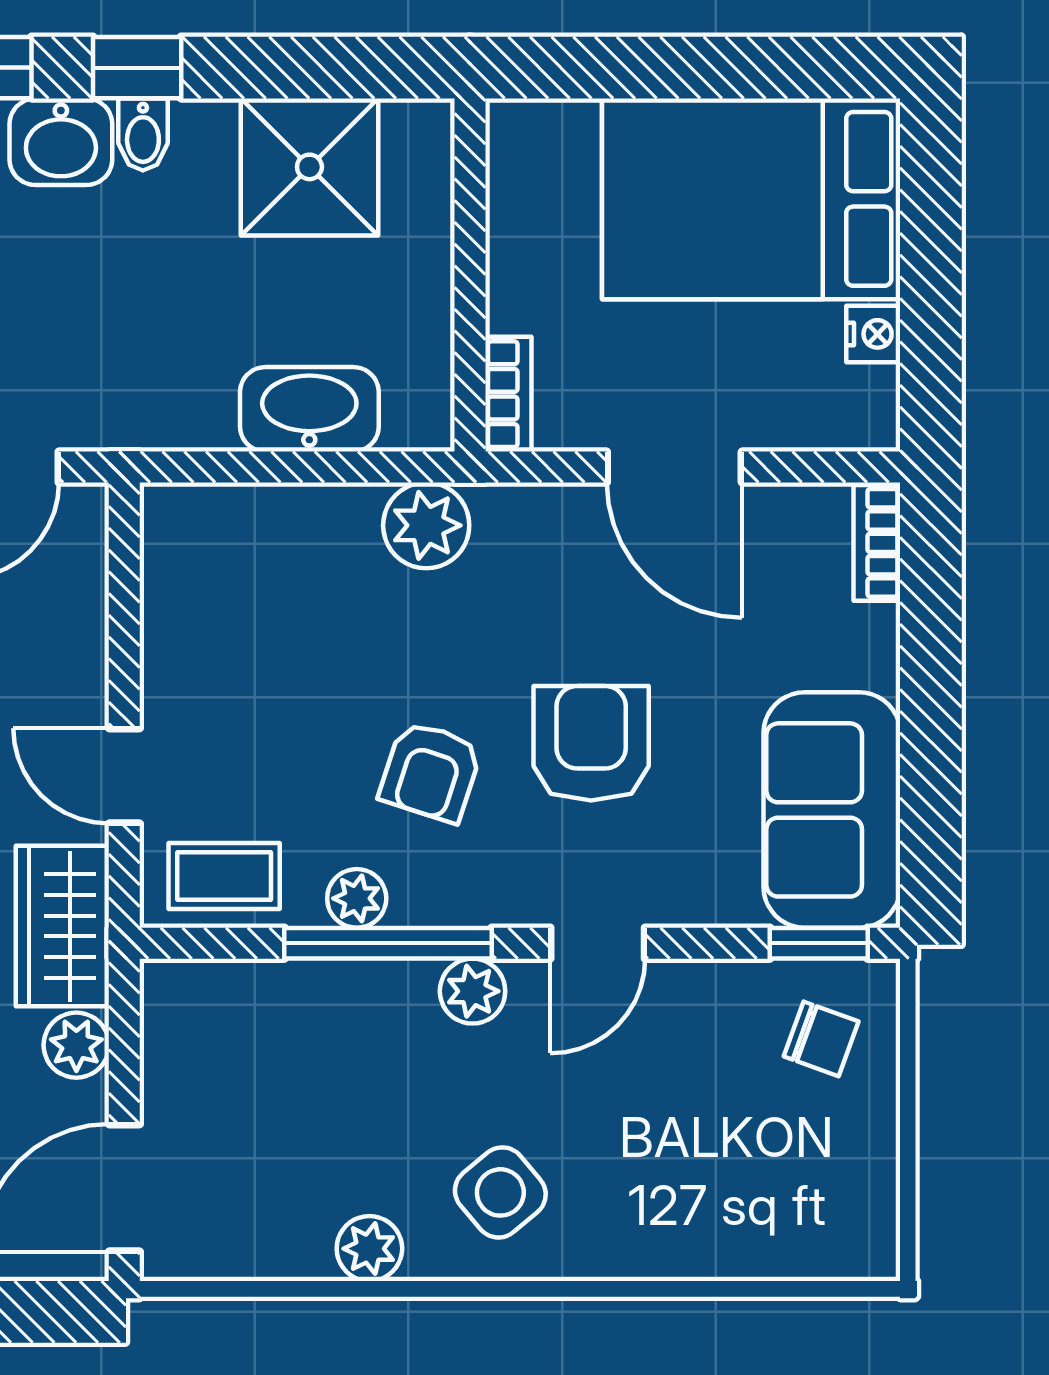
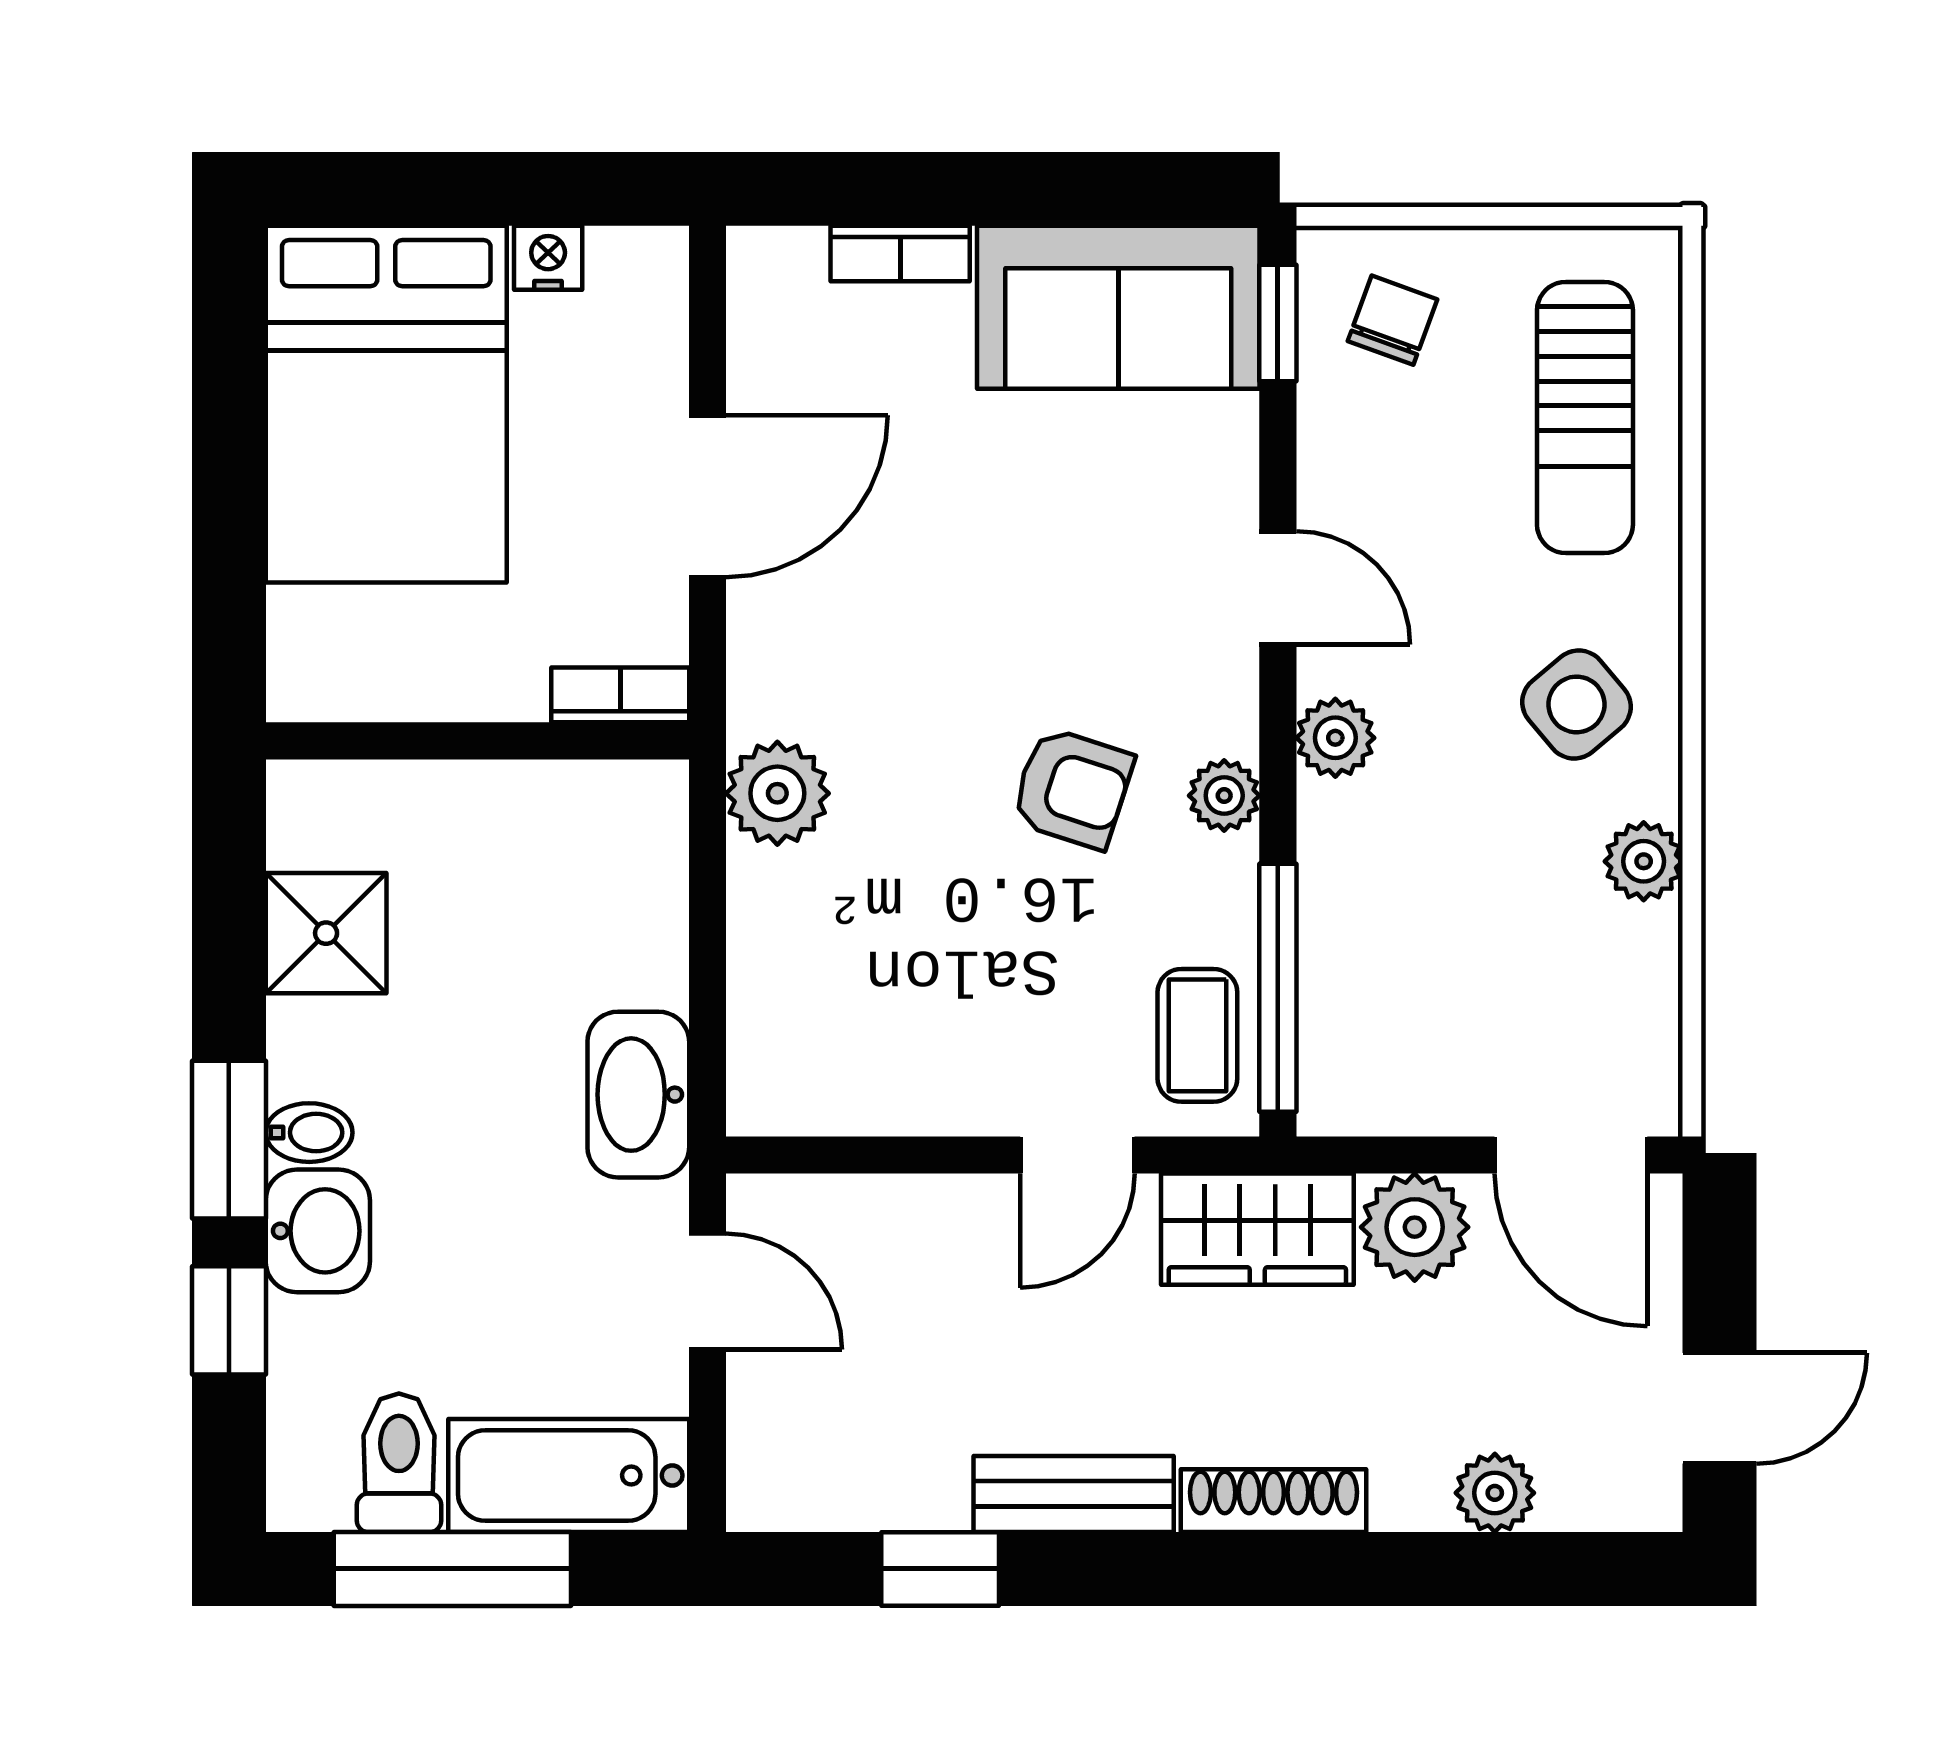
window: (137, 68) -> (229, 1140), width x1.50
shower: (309, 167) -> (326, 933), width x0.73, depth x0.73
washbasin: (309, 409) -> (638, 1095), moved
bookcase: (877, 543) -> (900, 253), moved
armchair: (591, 743) -> (1038, 596), removed
plant: (357, 898) -> (1224, 796), moved
window: (388, 943) -> (1278, 988), moved
plant: (76, 1045) -> (1415, 1227), width x1.38, depth x1.38
sun lounger: (740, 1200) -> (1585, 417), added

